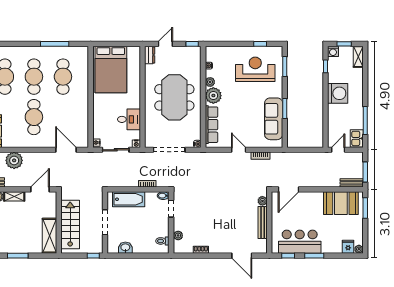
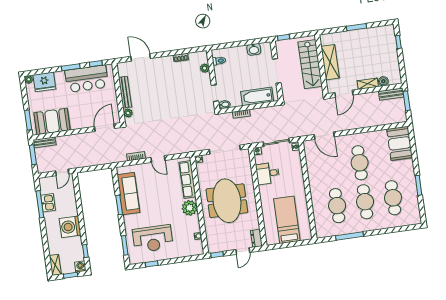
bed: (111, 70) -> (287, 220), width x0.67
plant: (210, 82) -> (195, 220), removed
kitchen sink: (357, 138) -> (48, 203), moved
plant: (14, 160) -> (373, 118), removed
shelving: (49, 236) -> (330, 62), moved
fridge: (348, 247) -> (44, 82), width x1.88, depth x1.34

